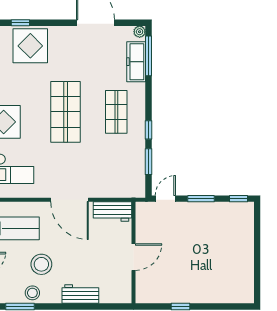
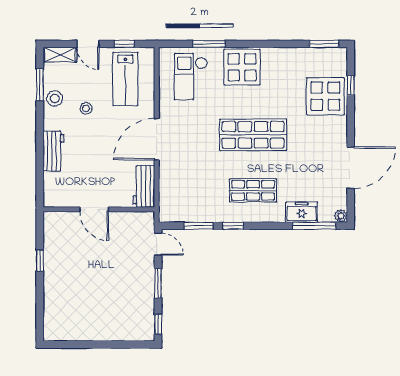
freezer: (136, 62) -> (302, 212), width x0.71
stool: (41, 264) -> (86, 108), width x0.53, depth x0.53

